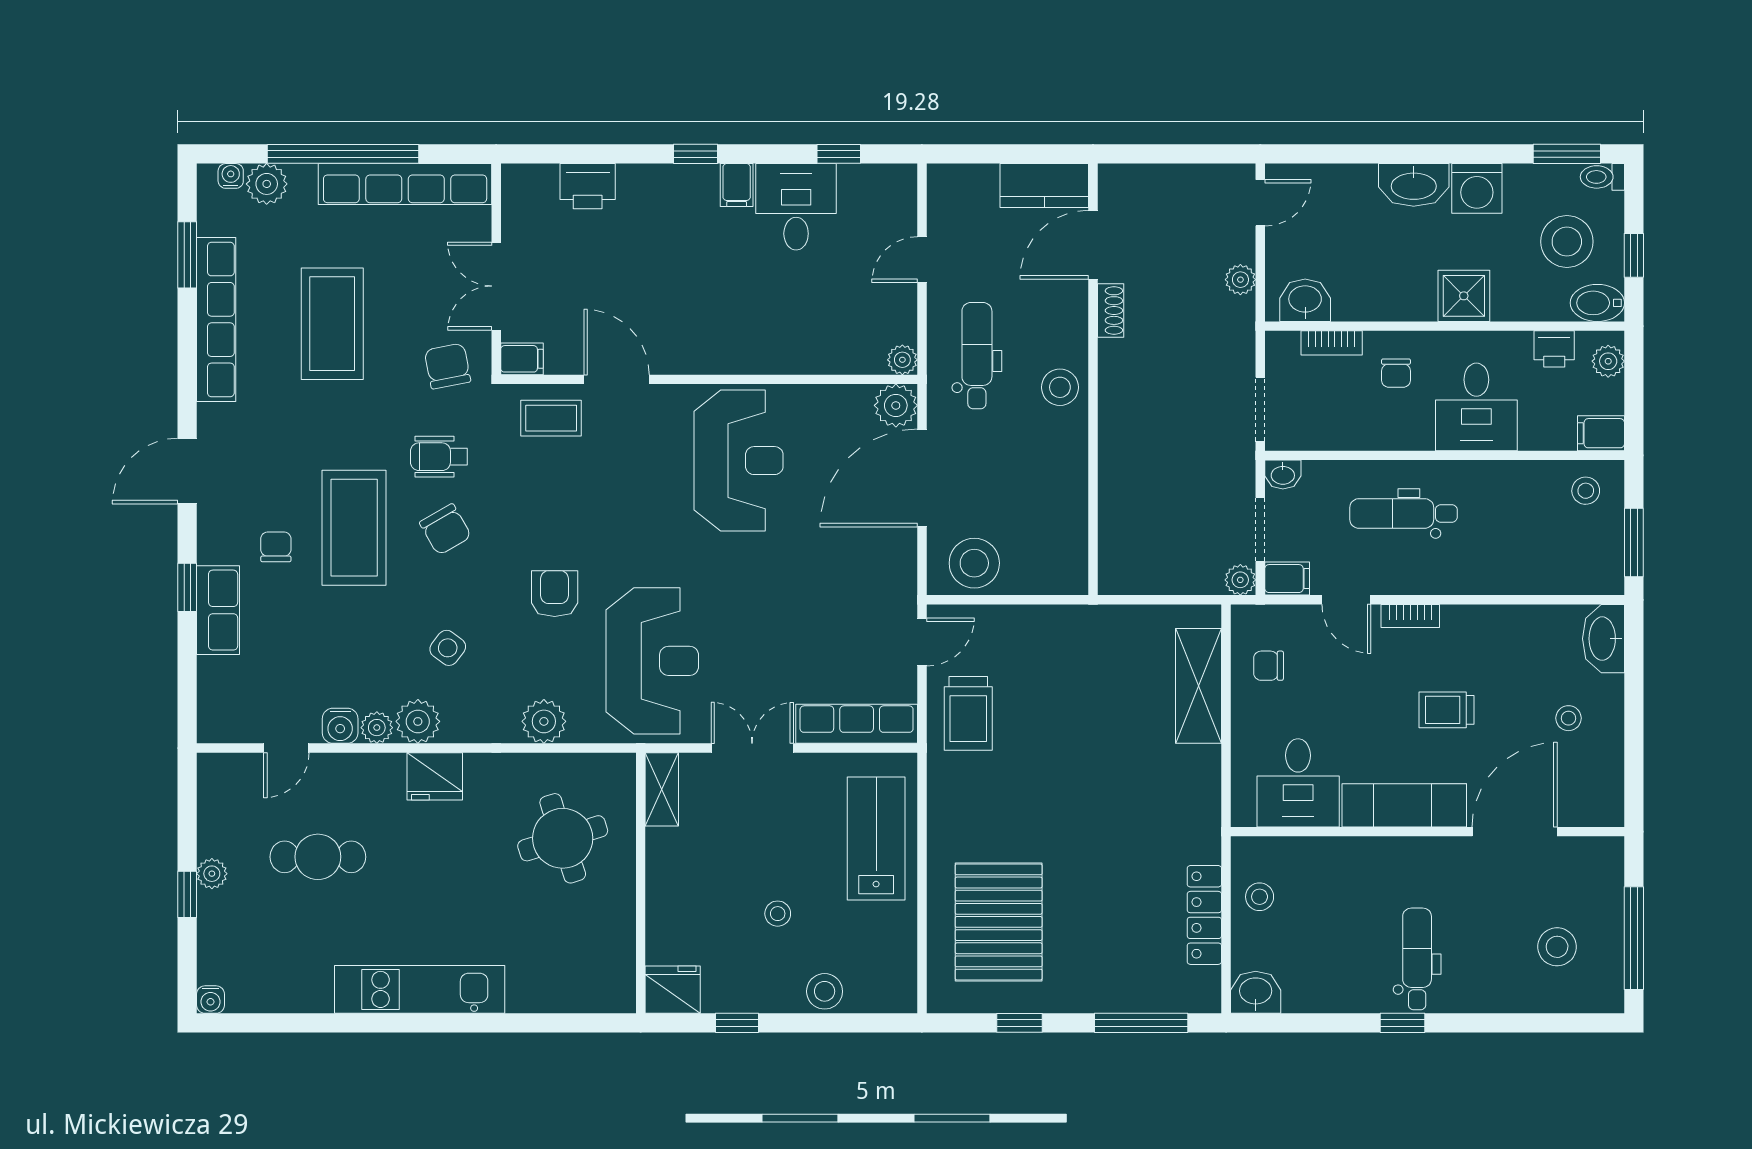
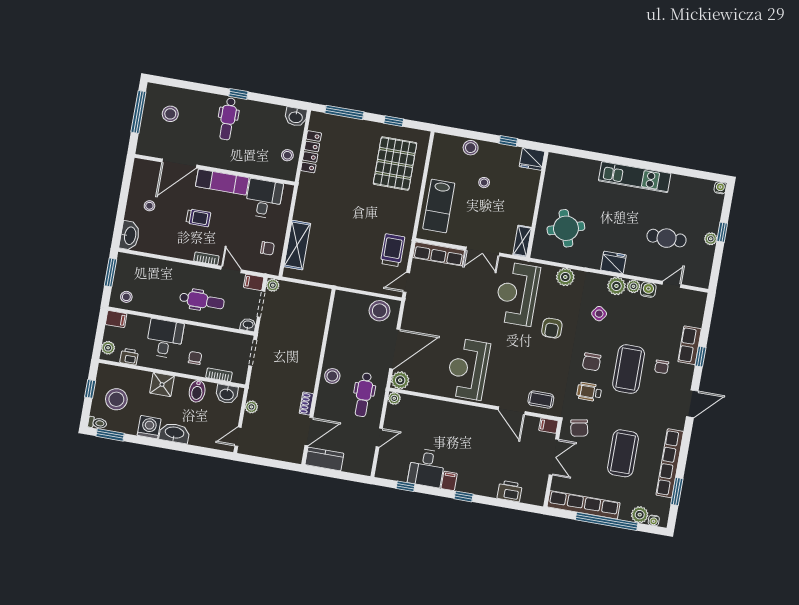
bidet: (1597, 303) -> (197, 391), moved, turned 90
wheelchair: (439, 457) -> (589, 392), turned 180
chair: (445, 529) -> (592, 362), turned -150

